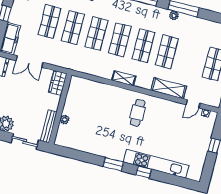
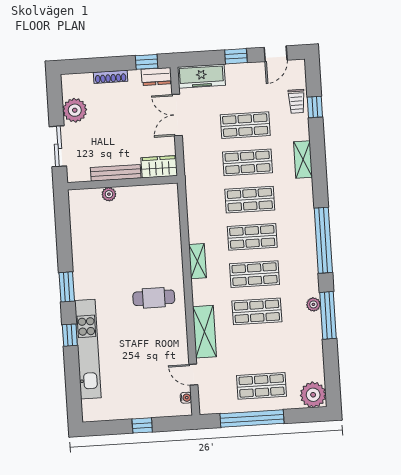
bench: (49, 126) -> (116, 173), moved

